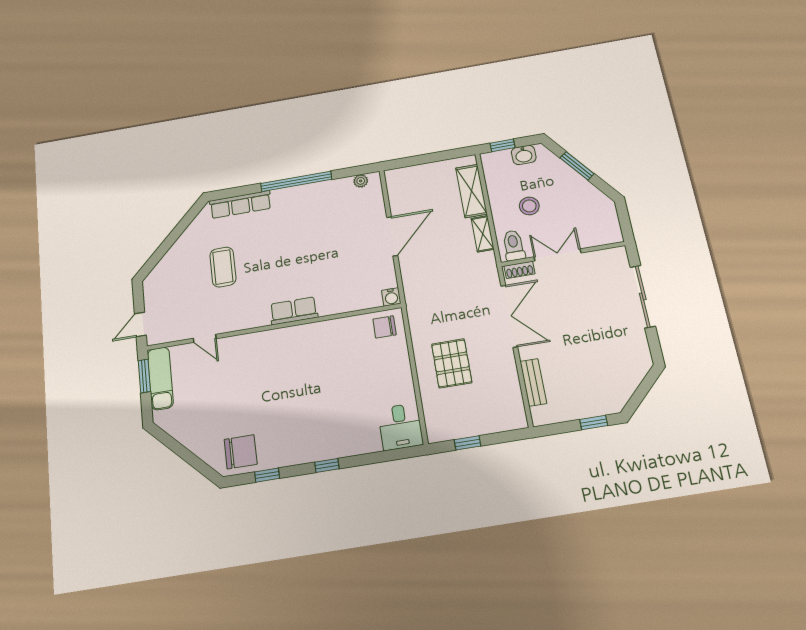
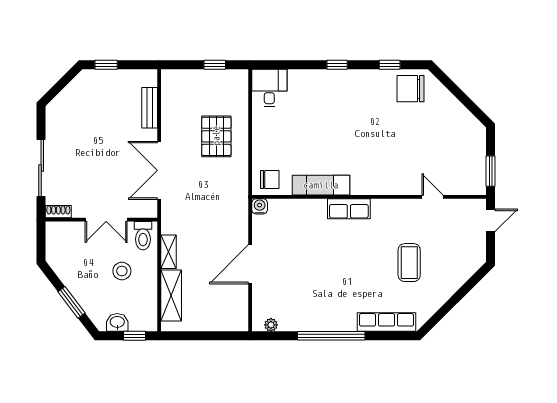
shoe rack: (519, 270) -> (58, 212), moved
exam couch: (160, 378) -> (321, 185), moved, turned 90

